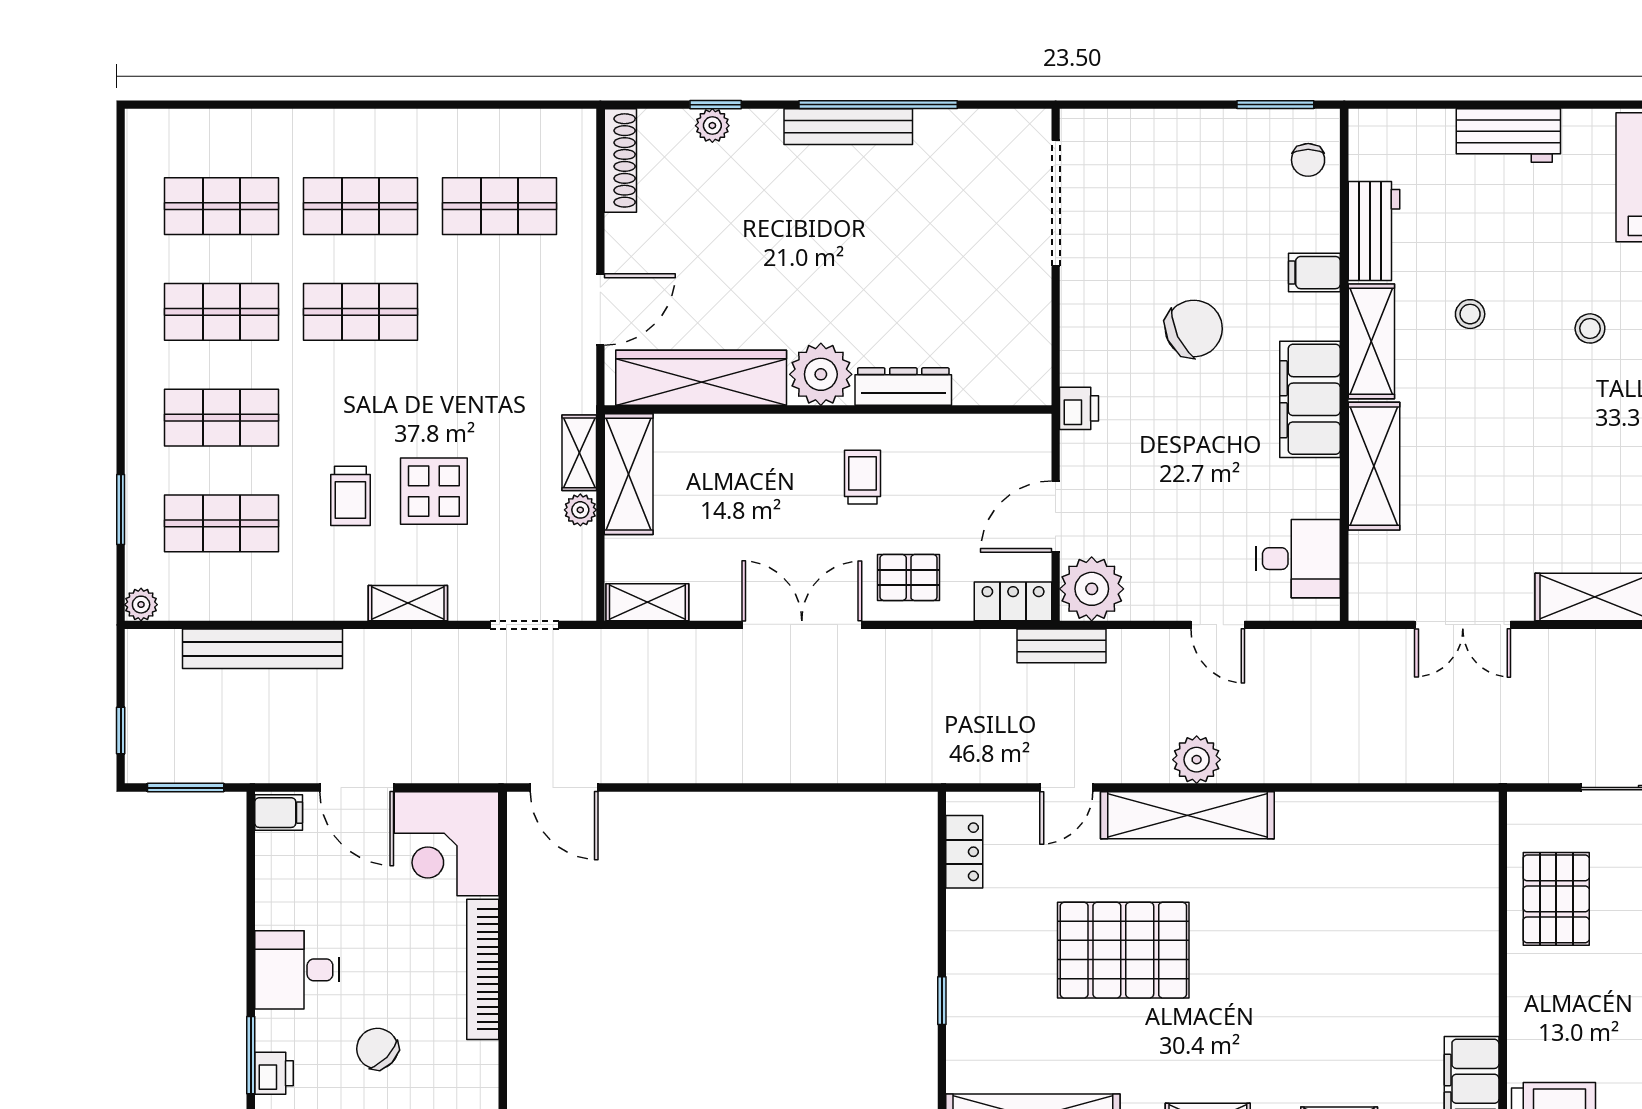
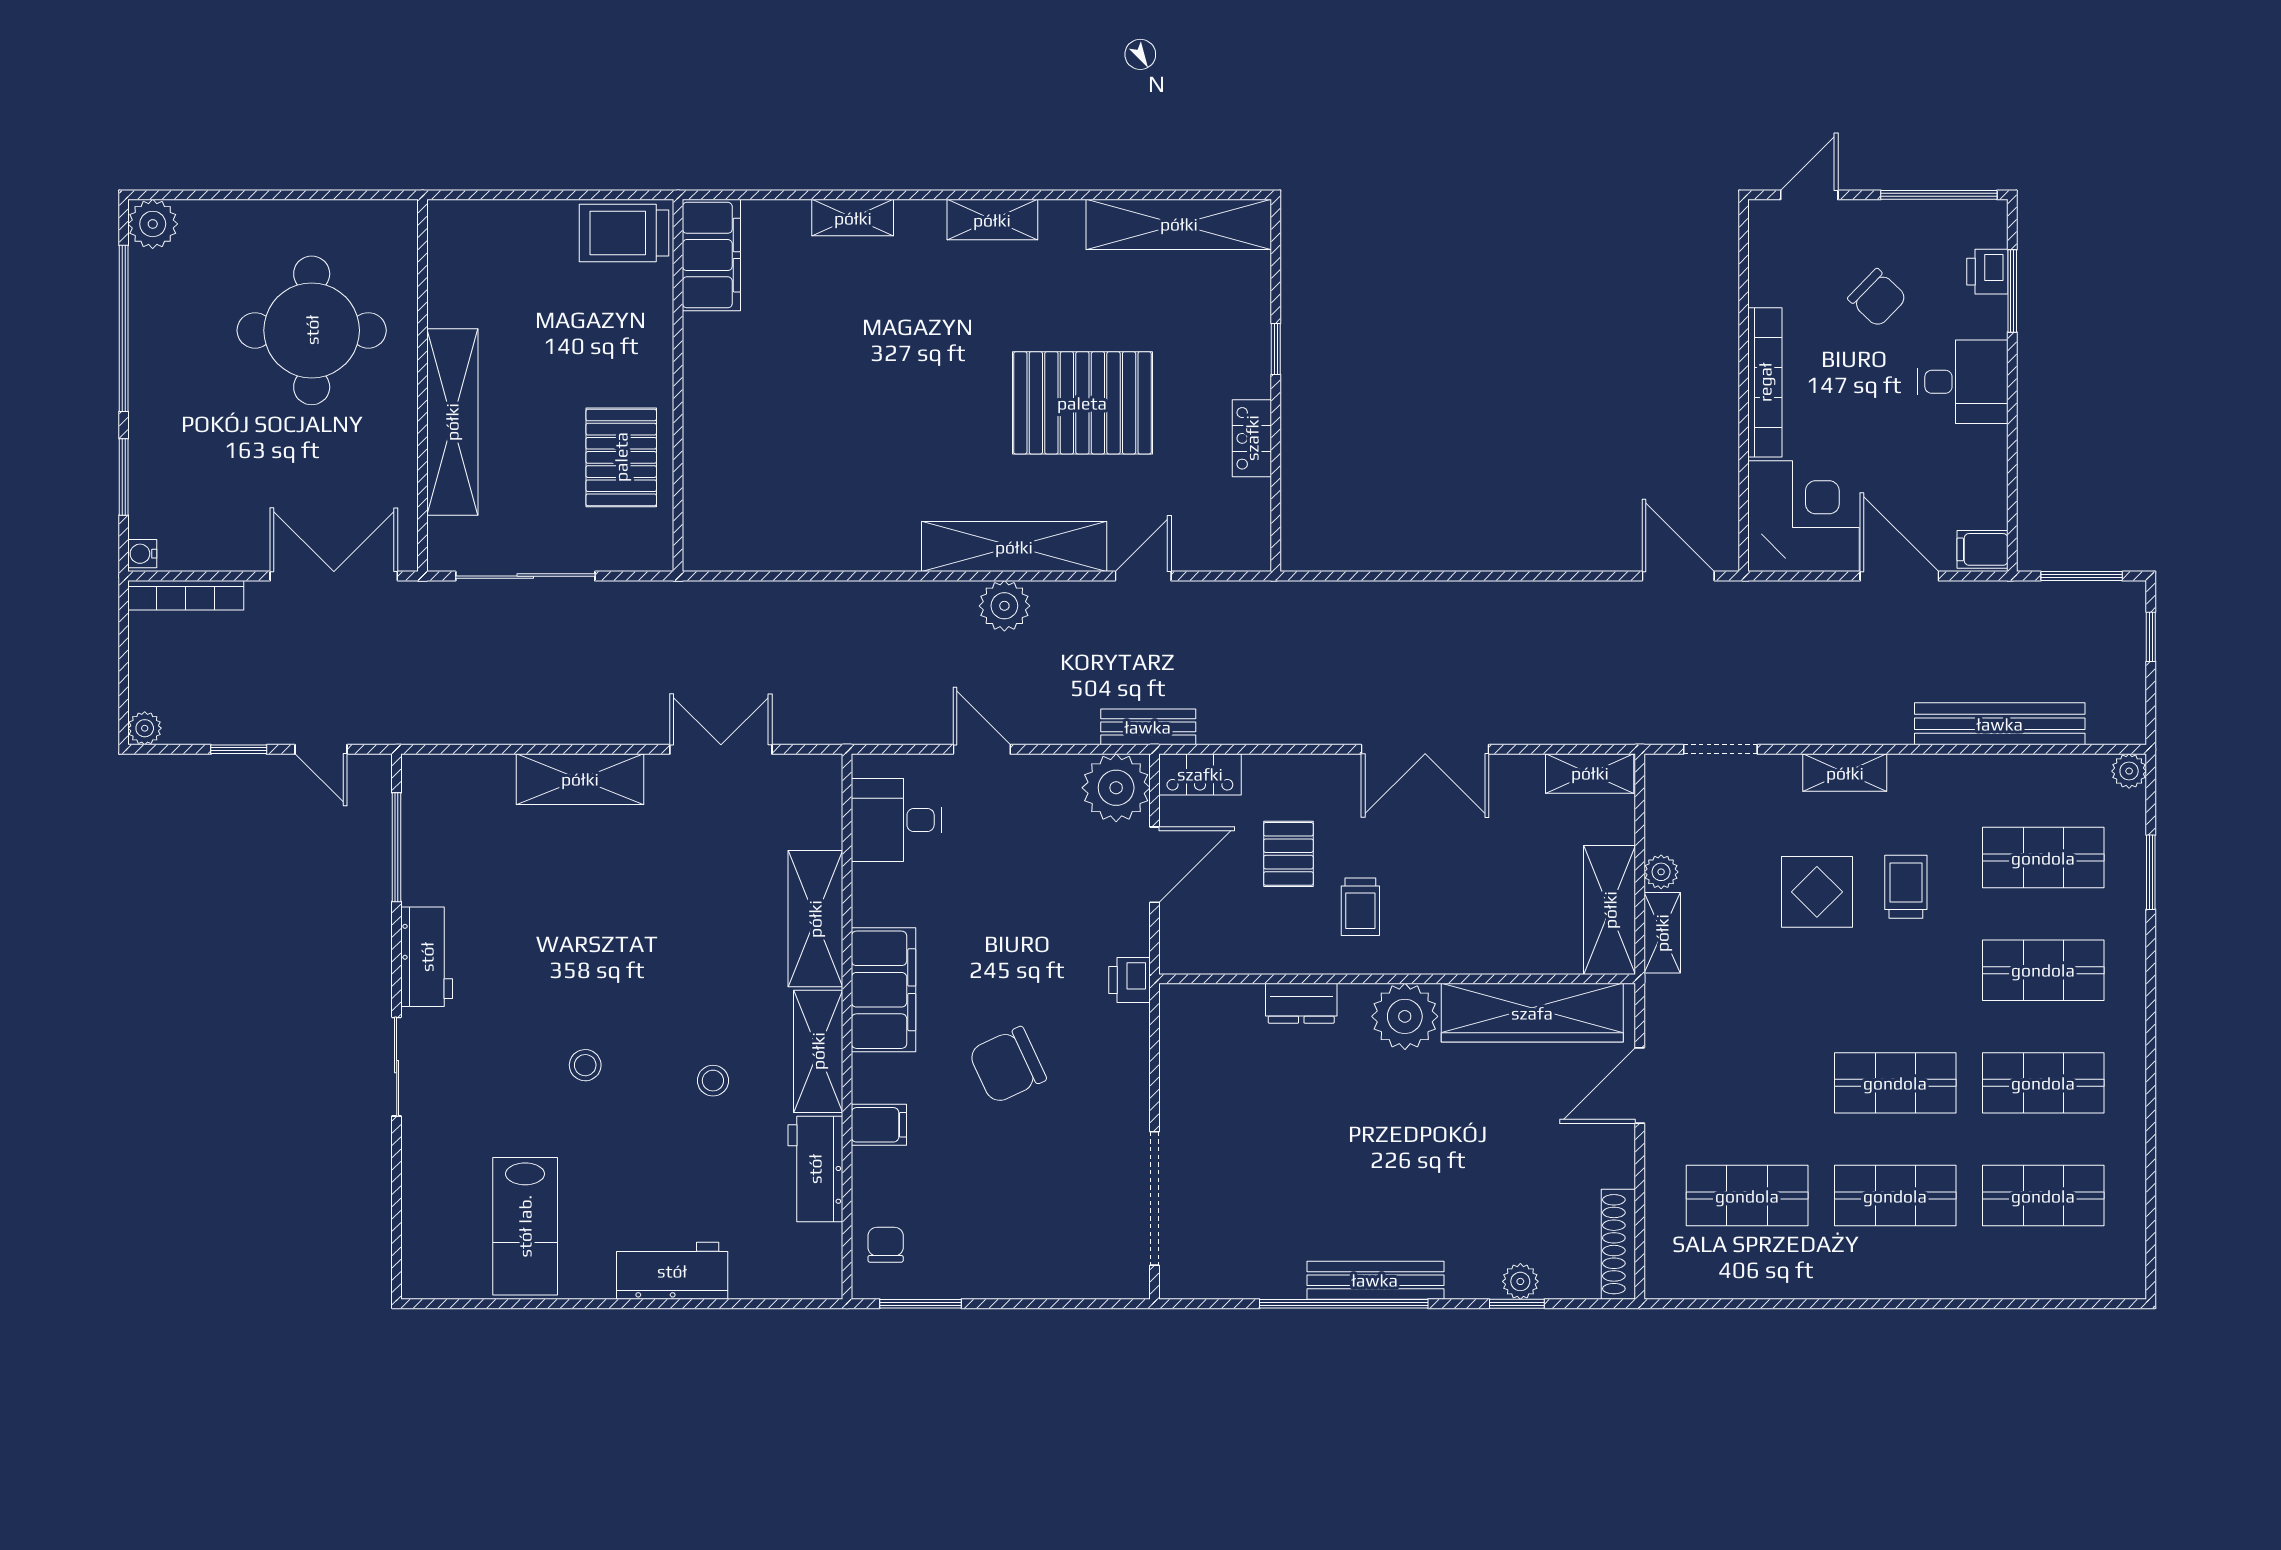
dresser: (903, 387) -> (1301, 1003), width x0.70
pallet: (909, 578) -> (1288, 854), moved, turned 90
locker: (964, 852) -> (1252, 438), moved

